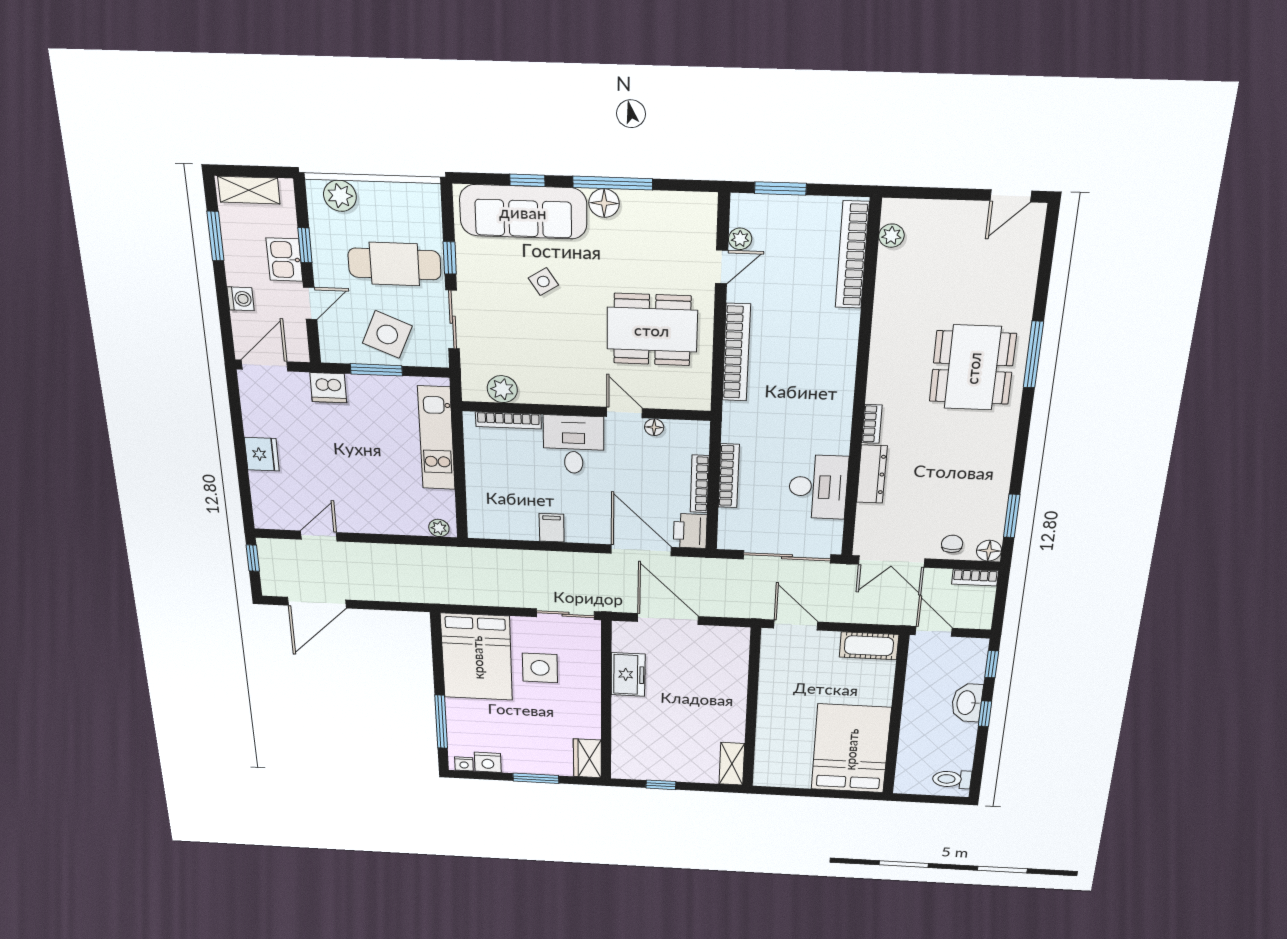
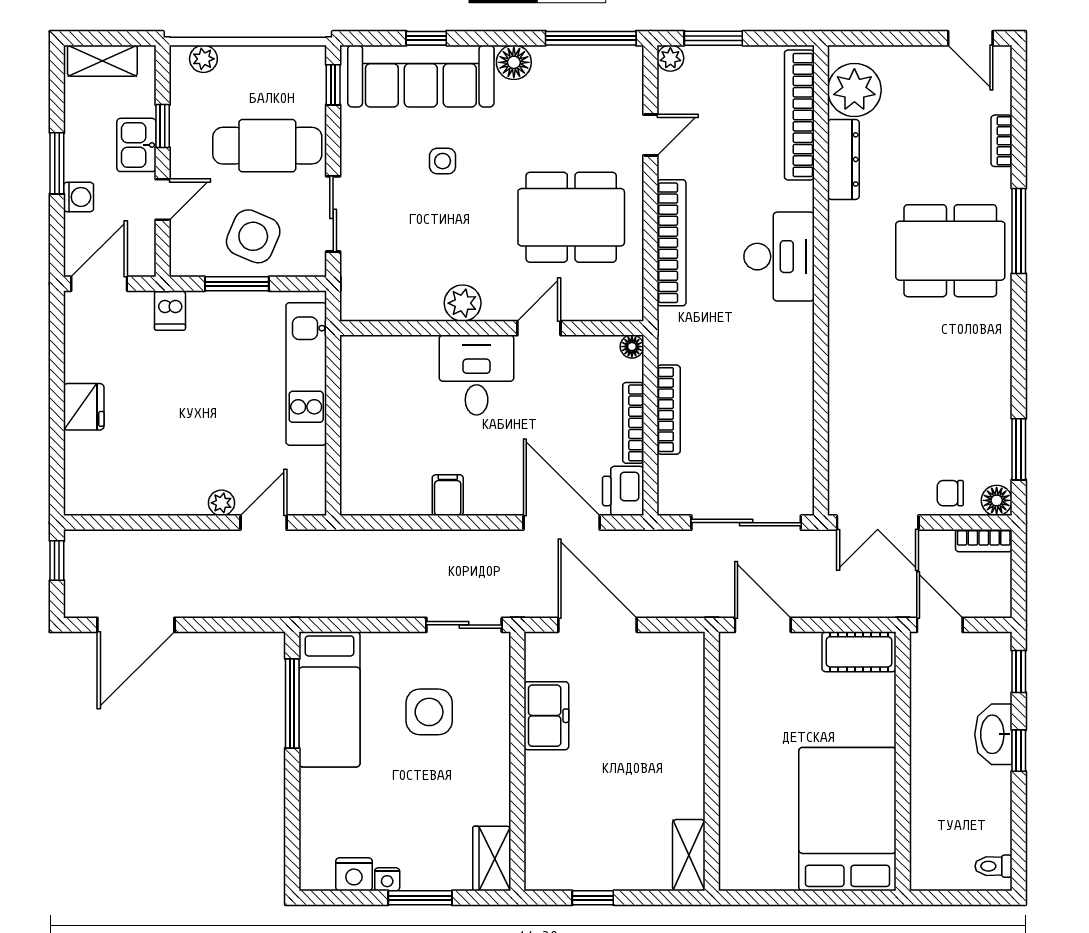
window: (613, 183) -> (591, 38), moved
plant: (340, 196) -> (203, 59), width x0.73, depth x0.73
door: (1011, 196) -> (970, 38), hinge flipped
window: (215, 236) -> (57, 163), moved
plant: (891, 236) -> (854, 90), width x1.88, depth x1.88
plant: (740, 239) -> (670, 58), moved
window: (450, 258) -> (333, 85), moved
side table: (543, 282) -> (443, 161), turned 33
dining table: (973, 368) -> (950, 251), turned 90
dishwasher: (328, 388) -> (170, 310), width x0.73
plant: (502, 389) -> (463, 303), moved
door: (624, 412) -> (539, 328), hinge flipped
bookcase: (508, 420) -> (396, 345), removed
bookcase: (872, 424) -> (1002, 141), moved, turned 180
floor lamp: (654, 427) -> (632, 347), moved
dresser: (872, 474) -> (843, 159), moved
desk: (818, 487) -> (779, 257), moved
plant: (439, 528) -> (221, 503), moved
door: (319, 536) -> (264, 523), moved
chair: (952, 544) -> (950, 493), turned -90
bed: (477, 657) -> (329, 699), width x0.67
window: (441, 722) -> (292, 703), moved
nightstand: (464, 764) -> (387, 879), moved
toilet: (952, 779) -> (994, 866), width x0.73, depth x0.72

